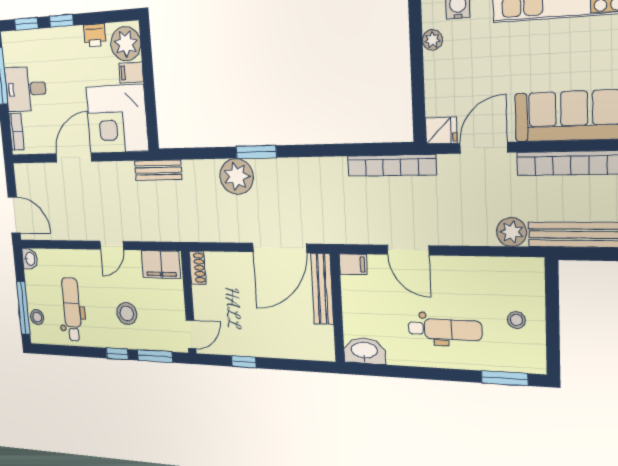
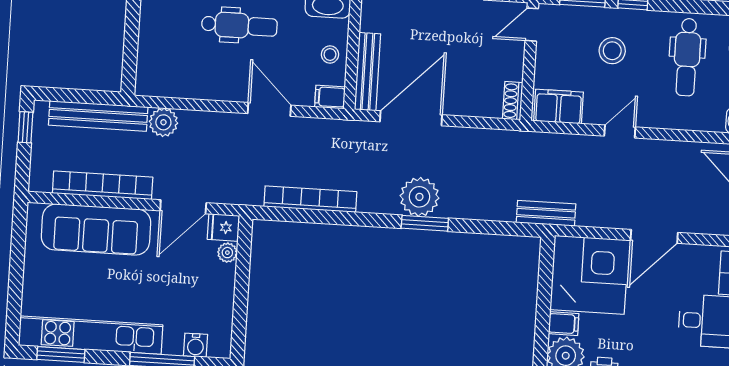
plant: (432, 40) -> (227, 253), moved
bookcase: (392, 165) -> (310, 199), moved
plant: (237, 177) -> (419, 197), moved
stool: (516, 320) -> (330, 54), moved
dental chair: (445, 329) -> (239, 25), turned 180

